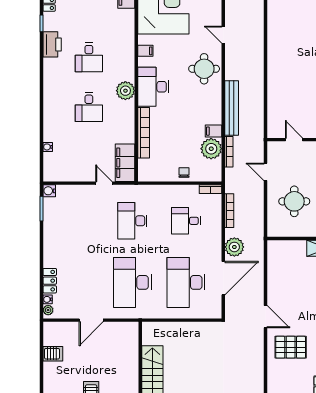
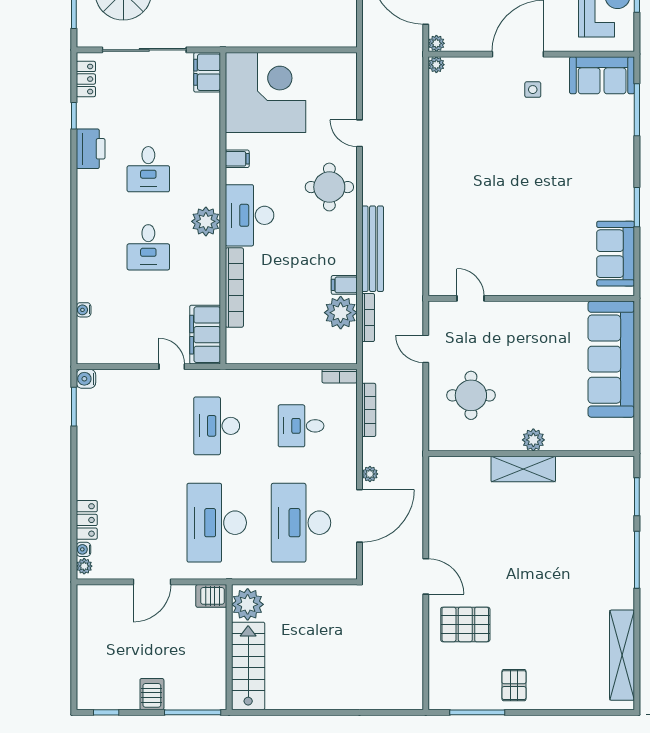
chair: (184, 172) -> (298, 350), removed
plant: (234, 247) -> (370, 474), width x0.53, depth x0.53
plant: (152, 334) -> (248, 604), added
server rack: (53, 354) -> (211, 596), moved, turned 180

